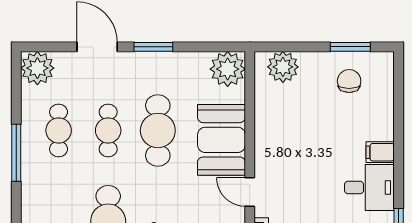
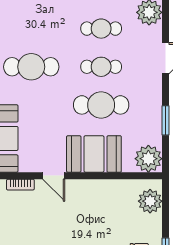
window: (153, 47) -> (165, 120), moved
door: (250, 192) -> (54, 176), swing flipped

